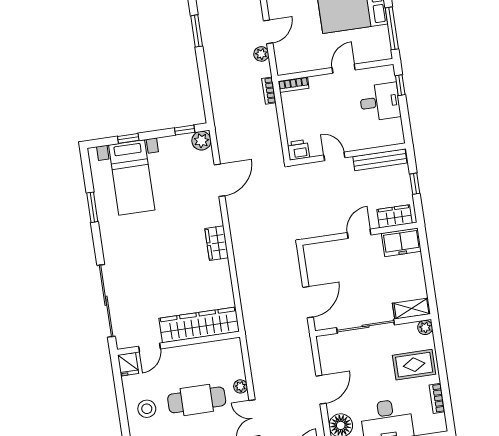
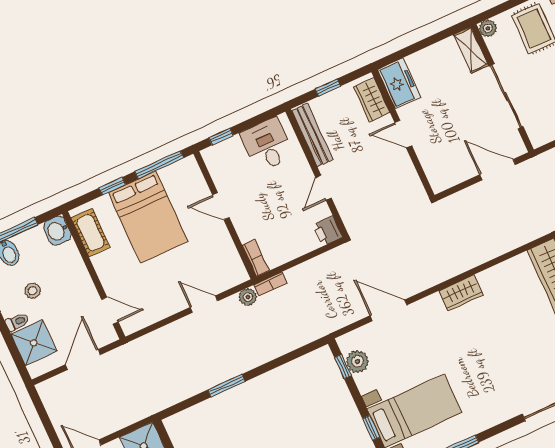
plant: (261, 54) -> (248, 297), moved
desk: (380, 102) -> (267, 145), moved
plant: (201, 141) -> (358, 361), moved

